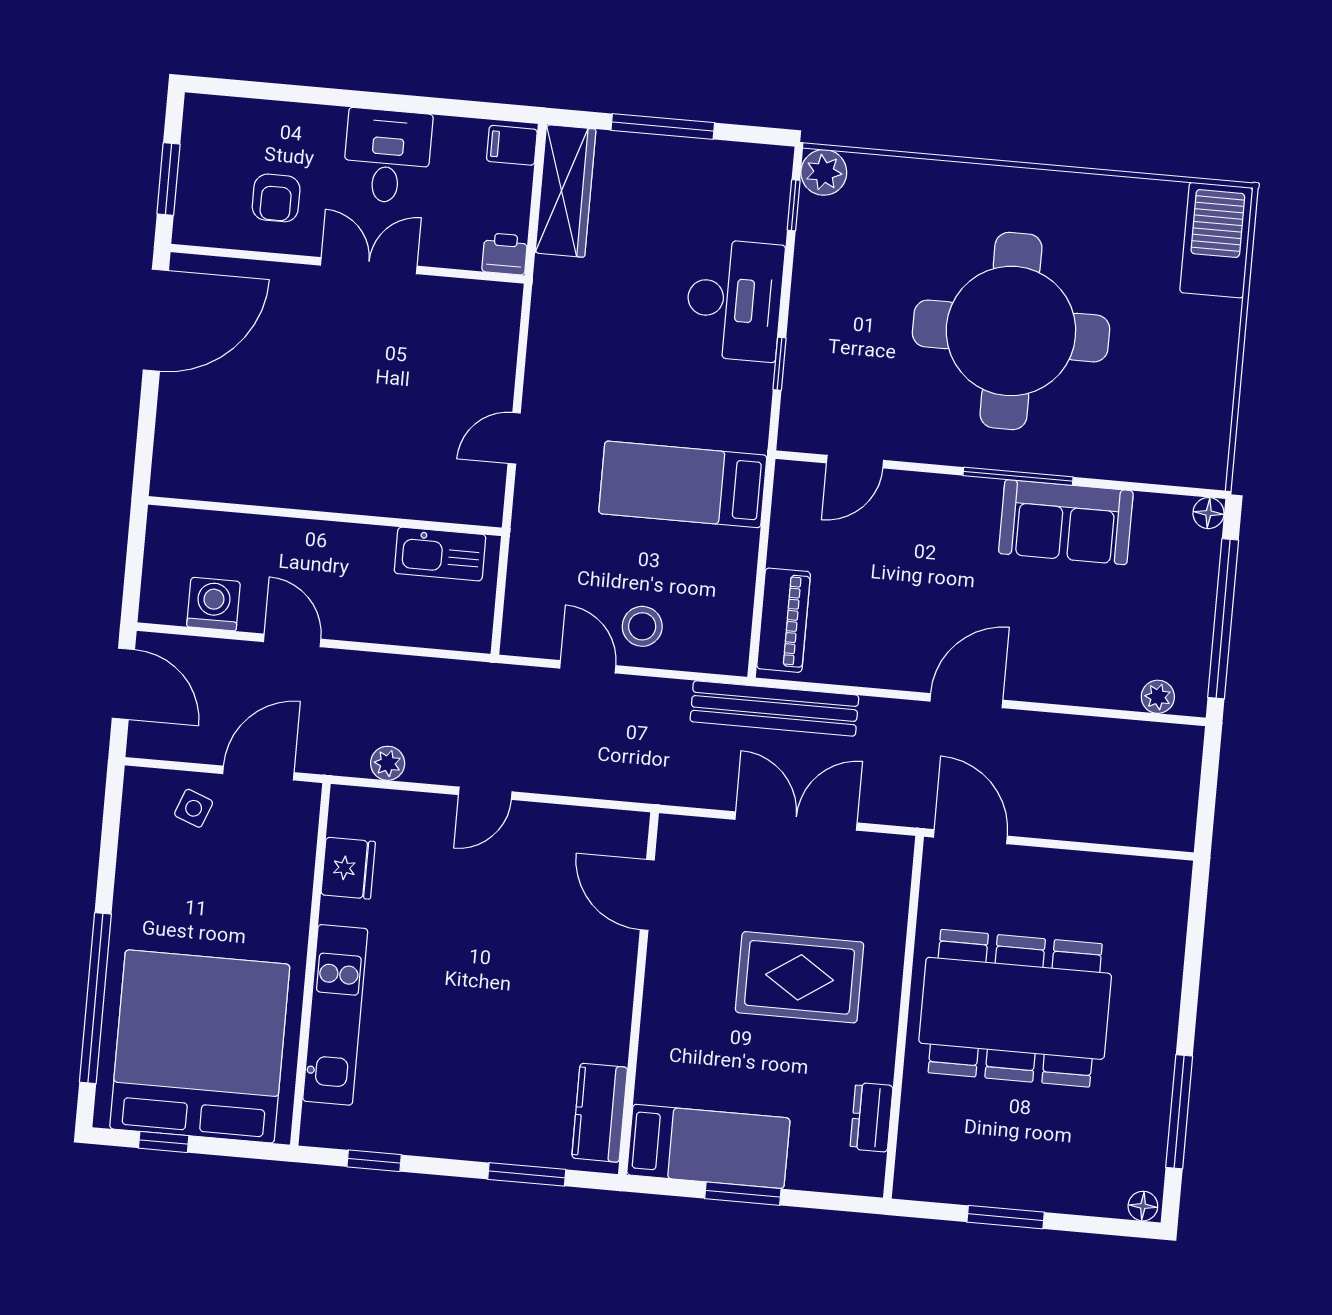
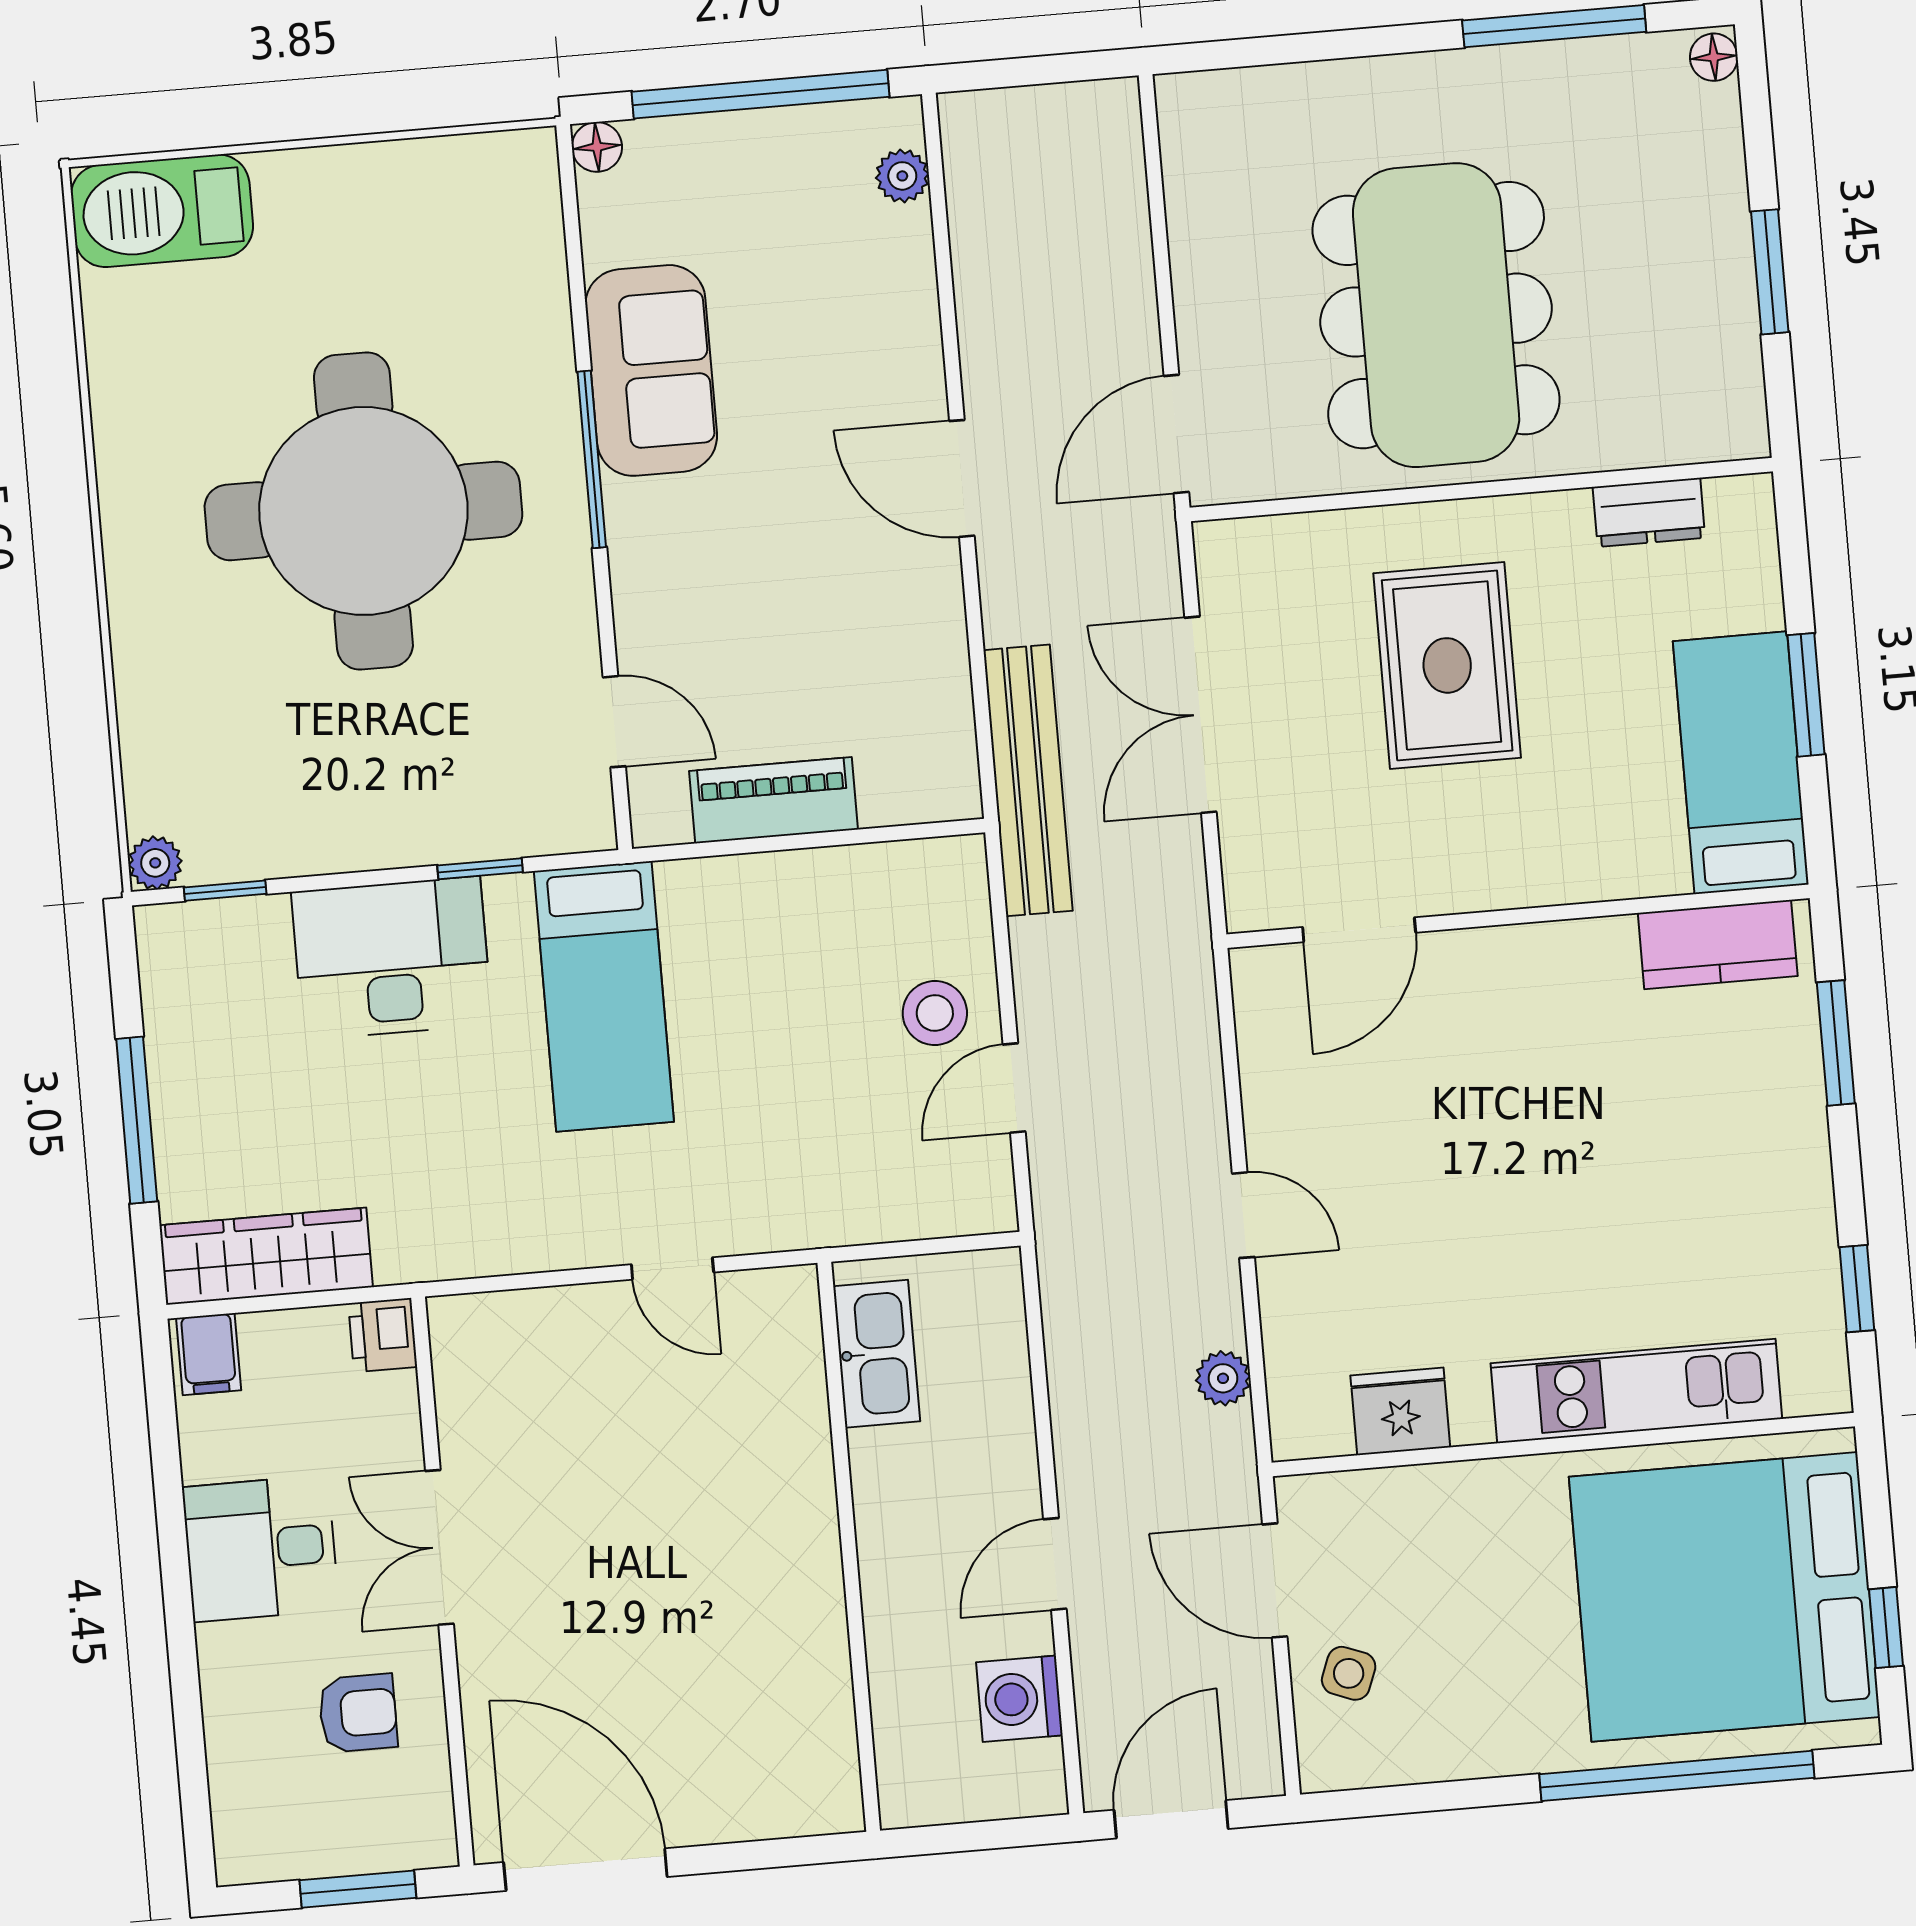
plant: (824, 172) -> (155, 863), width x0.73, depth x0.73
bed: (683, 484) -> (604, 996), moved
piano: (784, 620) -> (773, 800), moved

